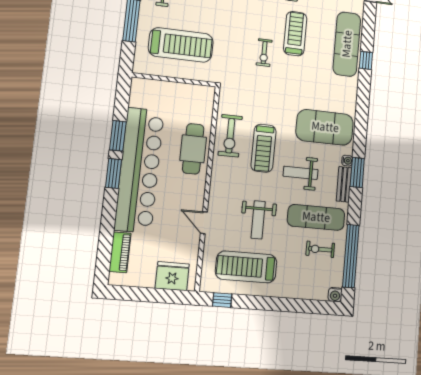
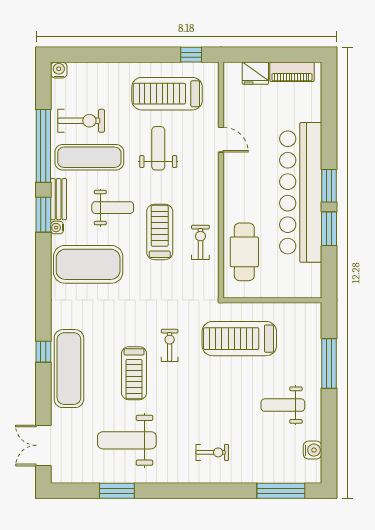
treadmill: (181, 45) -> (239, 339), moved
exercise bike: (230, 136) -> (200, 242), width x0.73, depth x0.72
cafe table: (193, 149) -> (244, 252), moved
exercise bike: (320, 249) -> (81, 121), width x1.38, depth x1.39
piano: (120, 252) -> (292, 72), moved, turned -90
window: (351, 256) -> (43, 146), moved
treadmill: (246, 267) -> (167, 94), turned 180
fridge: (172, 276) -> (255, 73), width x0.73, depth x0.75

